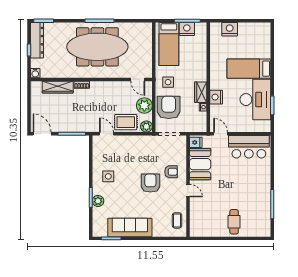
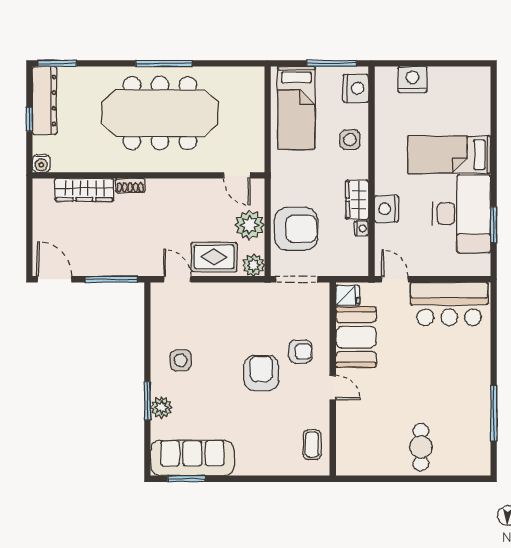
nightstand: (187, 29) -> (356, 88), moved, turned 90
side table: (168, 82) -> (350, 140), moved
armchair: (169, 107) -> (296, 229), turned 90
sofa: (130, 227) -> (192, 458), moved

